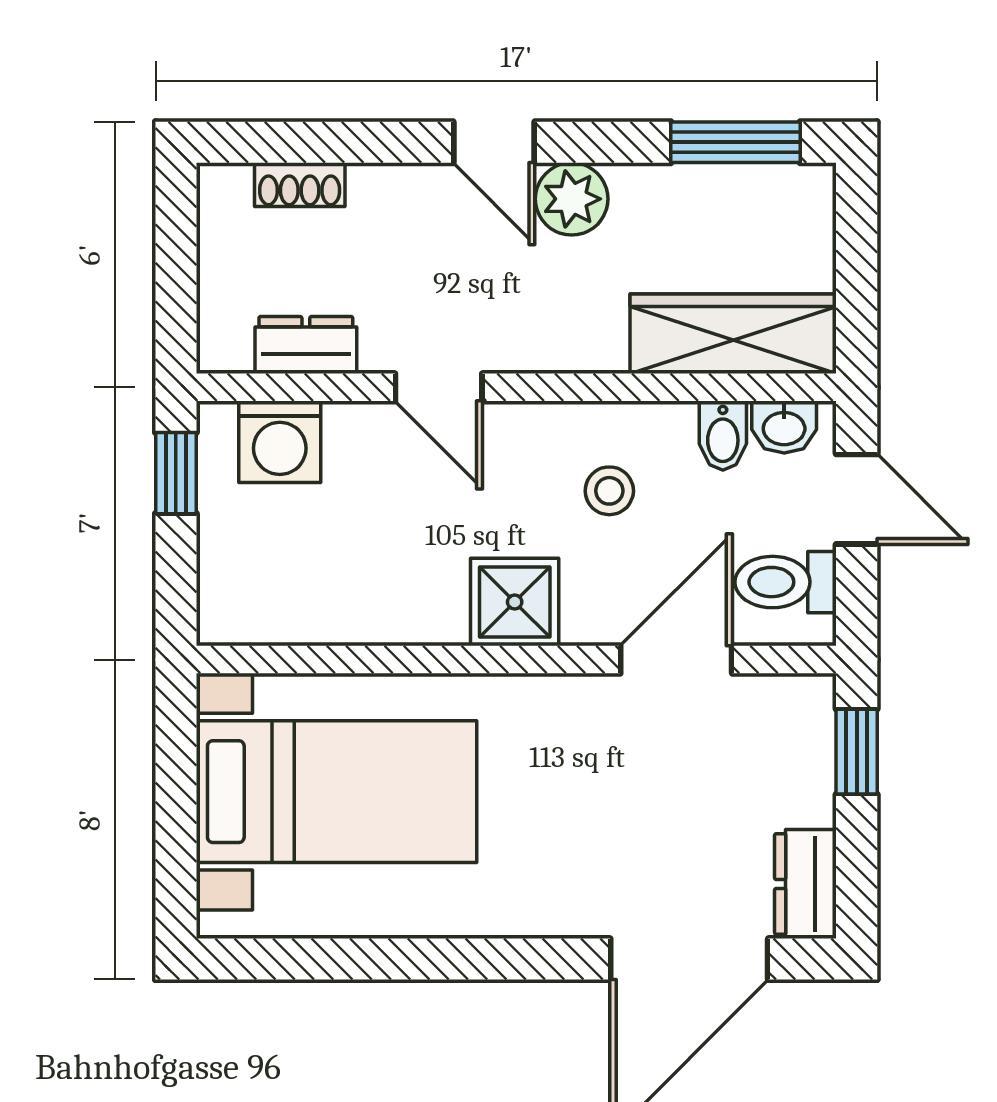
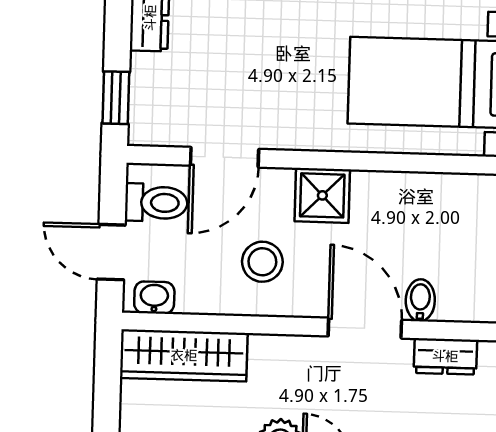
door: (439, 387) -> (365, 328), width x1.38
bidet: (723, 435) -> (420, 300), moved
washing machine: (280, 442) -> (463, 298), removed
stool: (609, 491) -> (262, 262), width x1.37, depth x1.37

